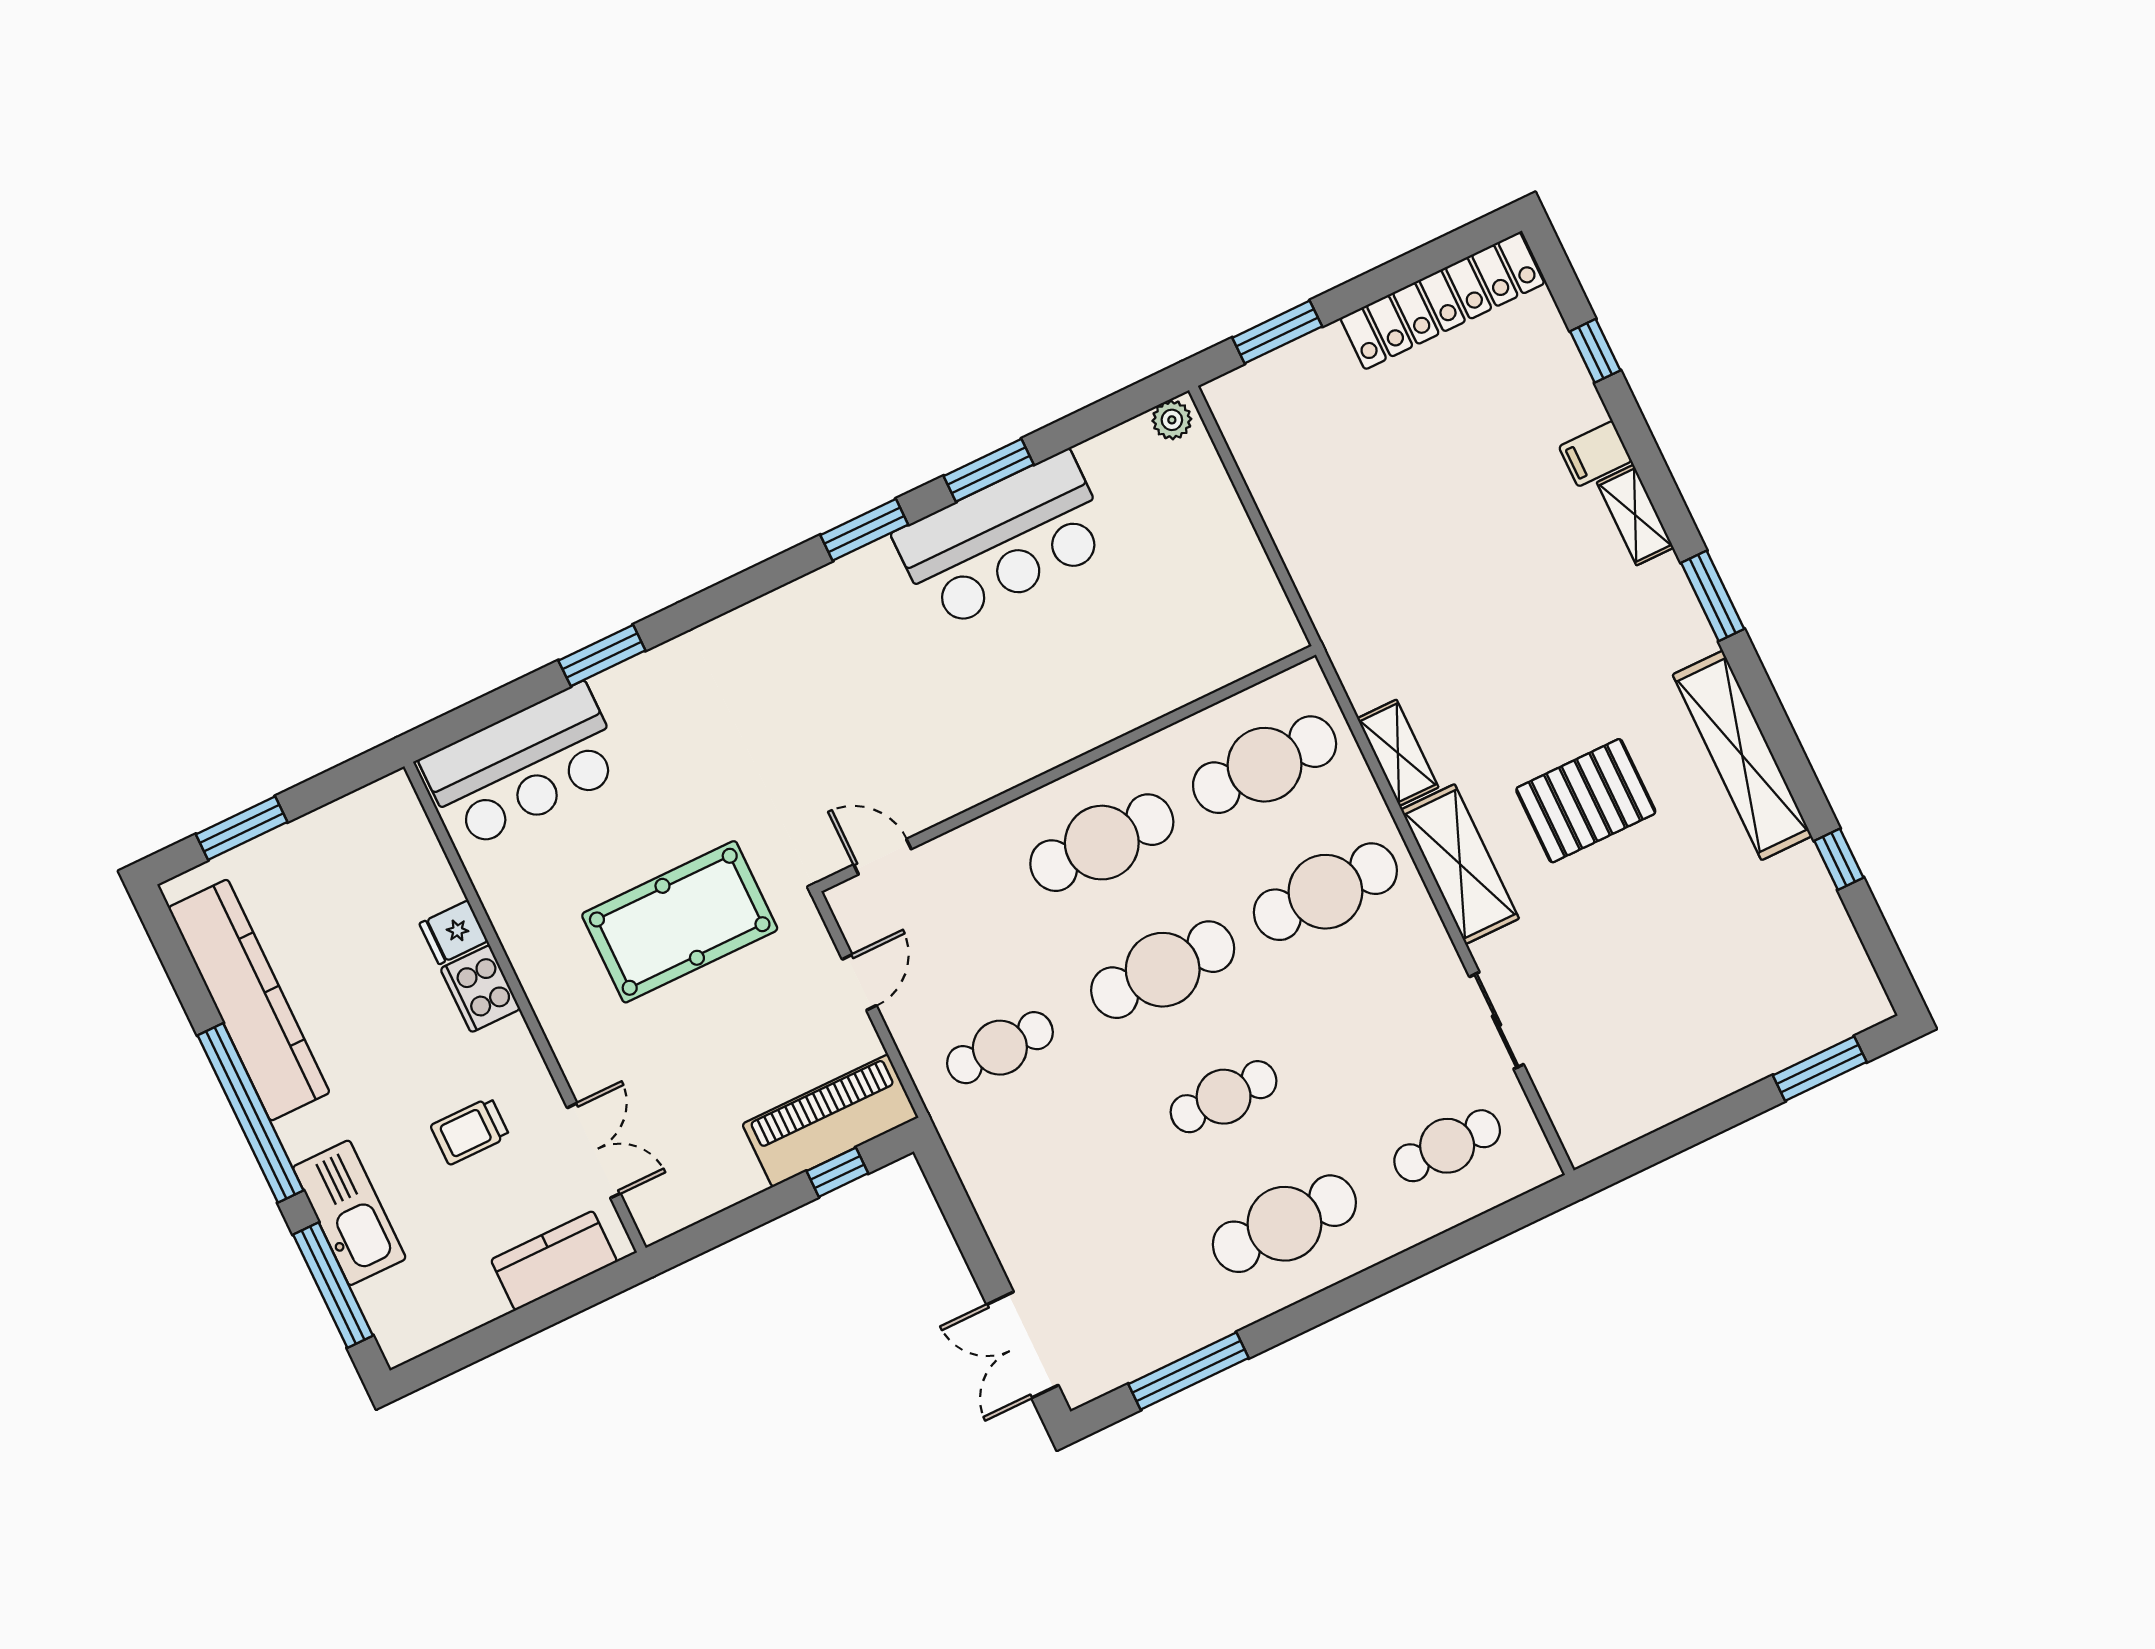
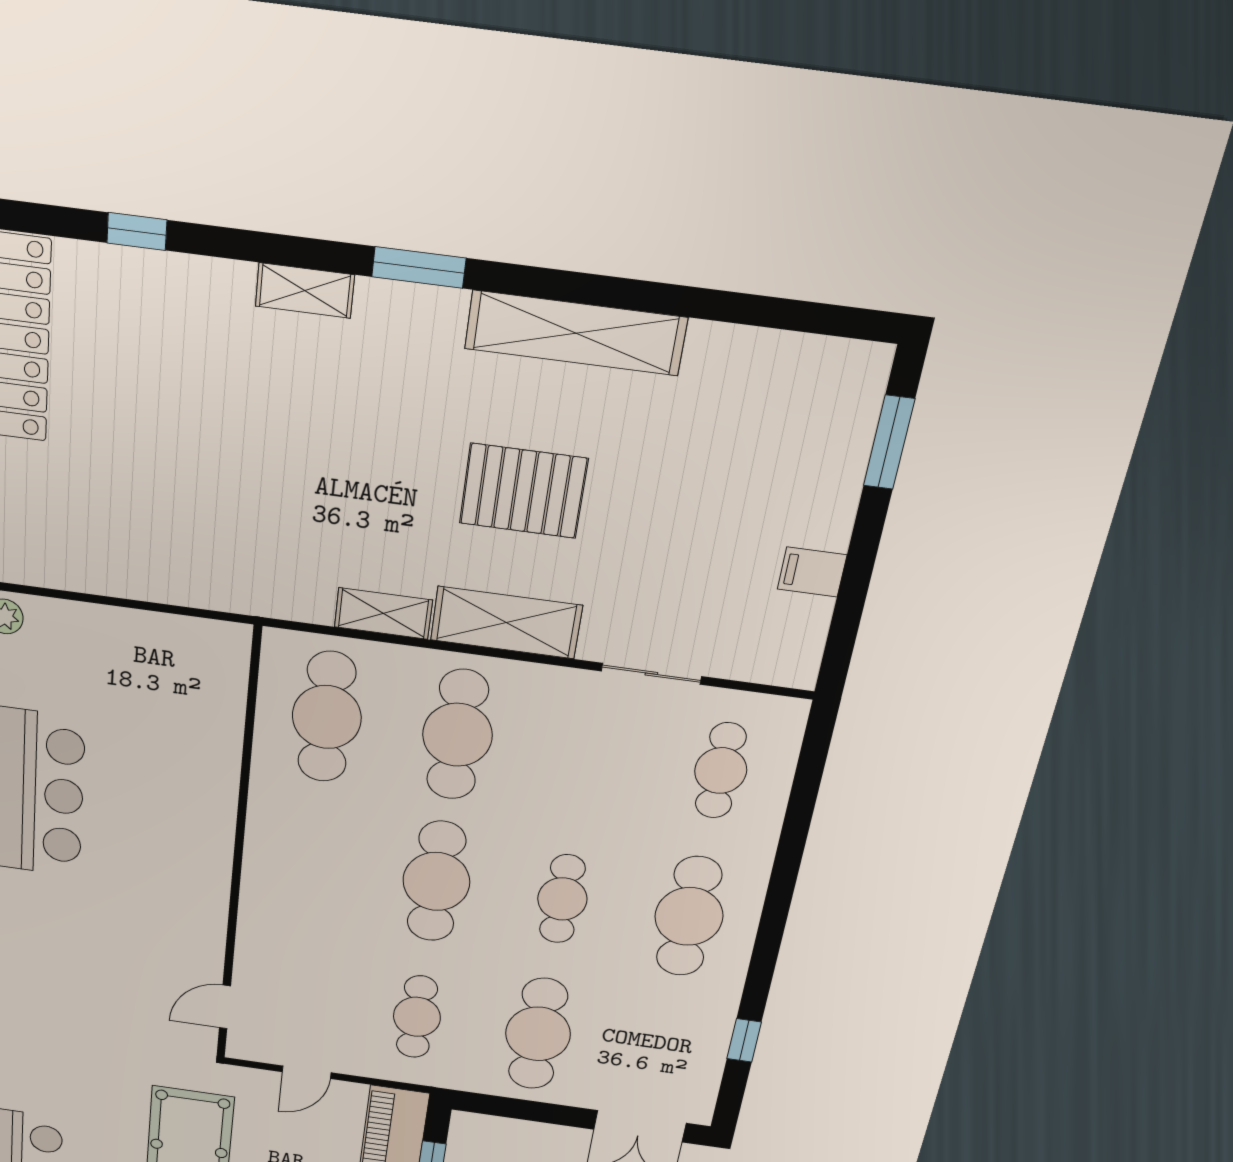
filing cabinet: (1595, 454) -> (812, 572), moved, turned 90
pallet: (1586, 801) -> (523, 491), turned 90
cafe table: (1102, 843) -> (538, 1034), moved
window: (1839, 859) -> (725, 307), removed
door: (859, 982) -> (307, 1072), swing flipped
window: (1188, 1371) -> (744, 1040), width x0.46

